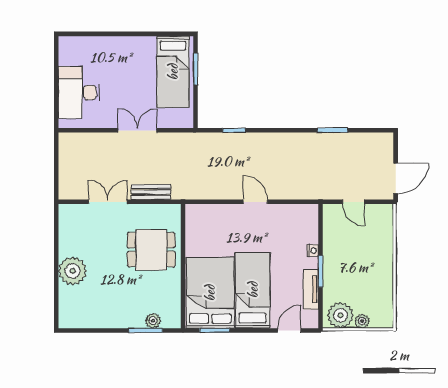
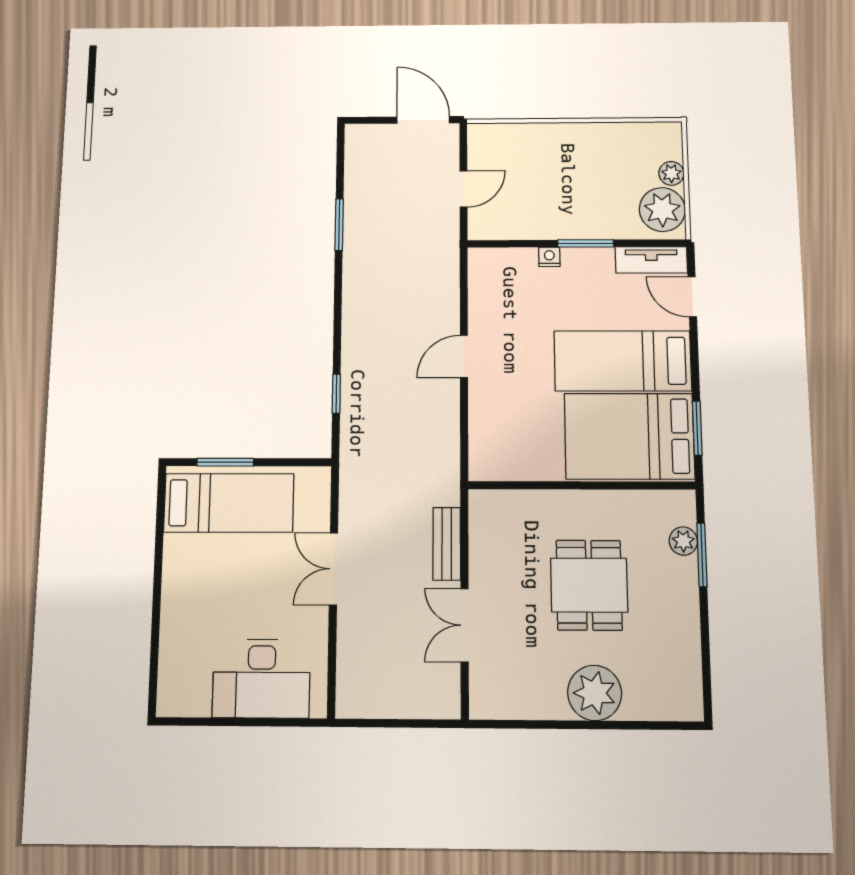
dining table: (151, 250) -> (589, 585), moved
tv unit: (311, 289) -> (651, 260), moved

